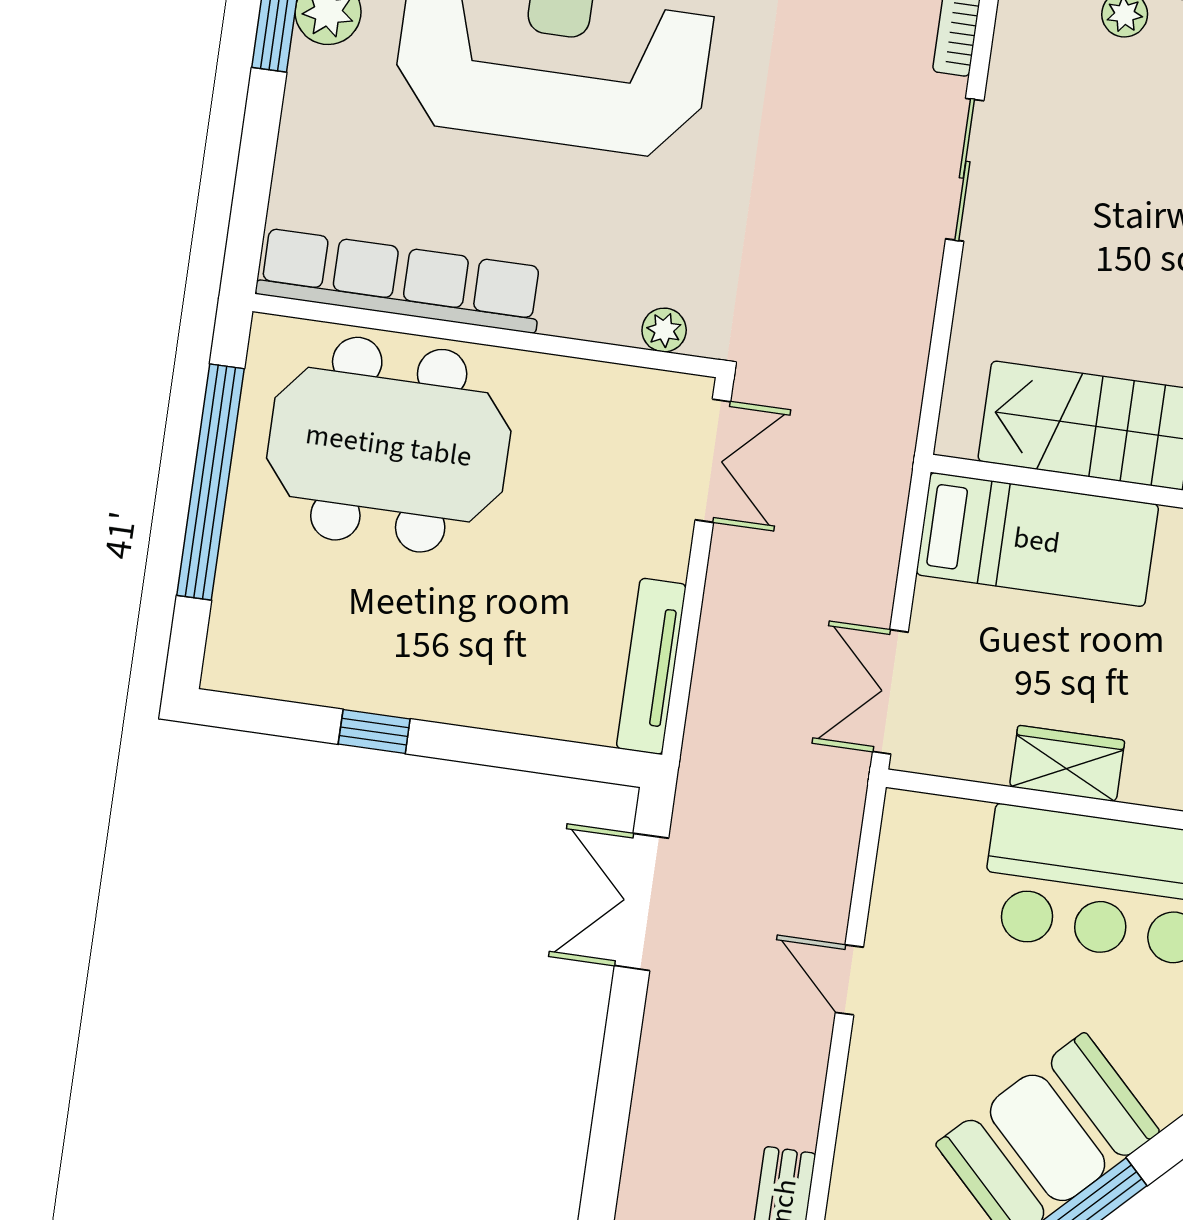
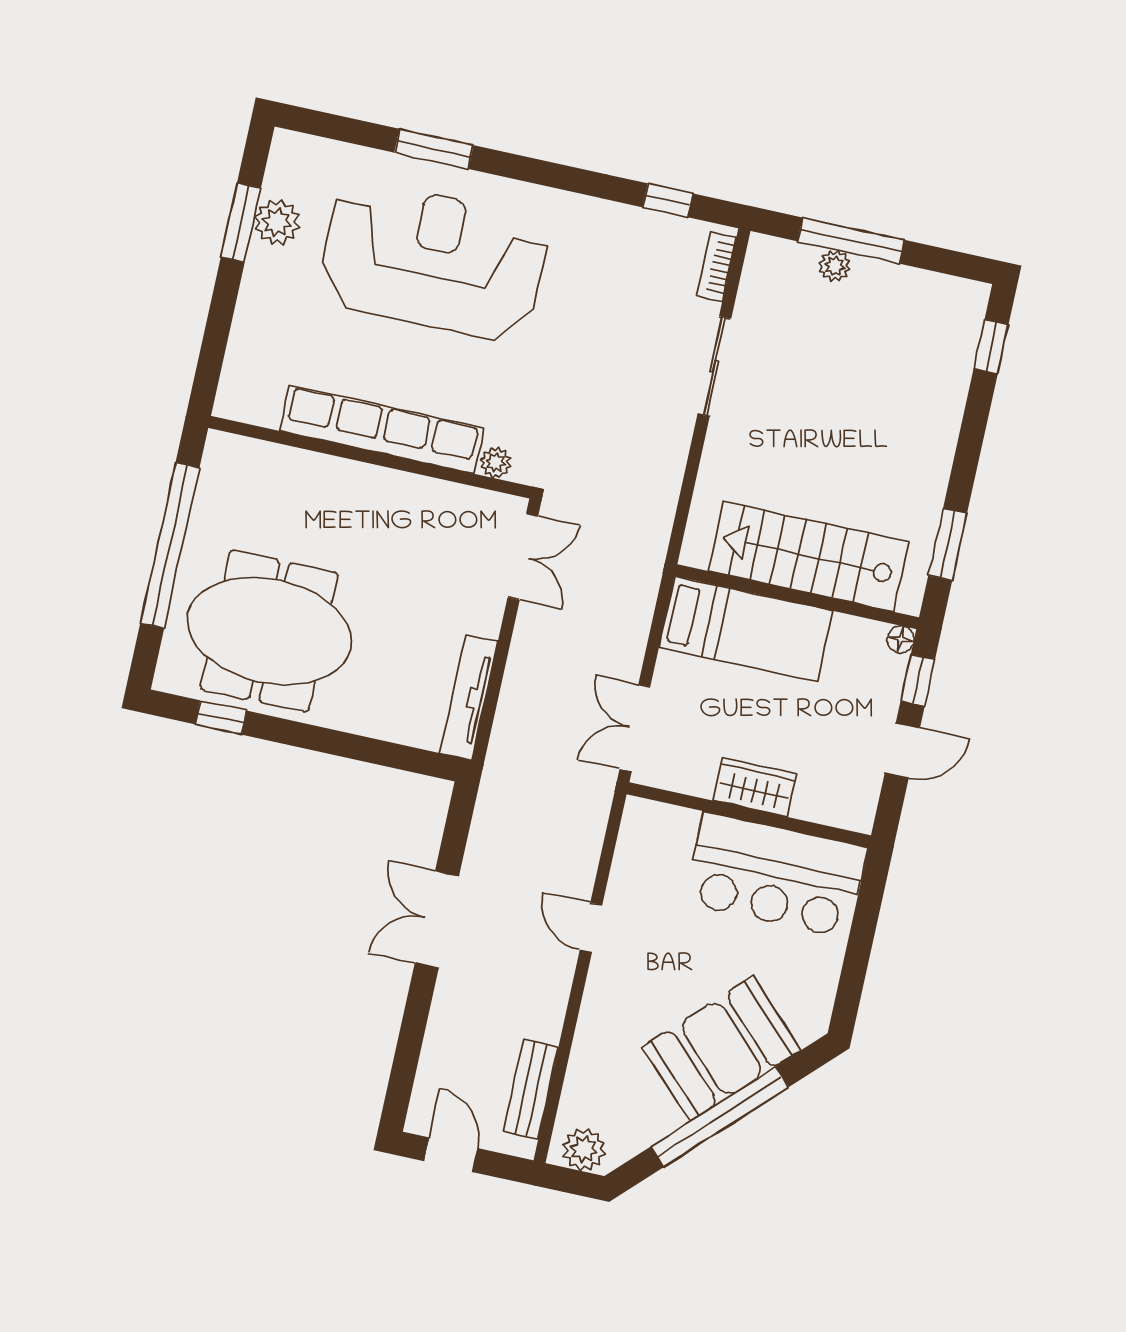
row of seats: (400, 281) -> (382, 429), moved
meeting table: (389, 445) -> (269, 631), moved
window: (374, 732) -> (221, 717), moved
double door: (641, 902) -> (437, 919), moved

